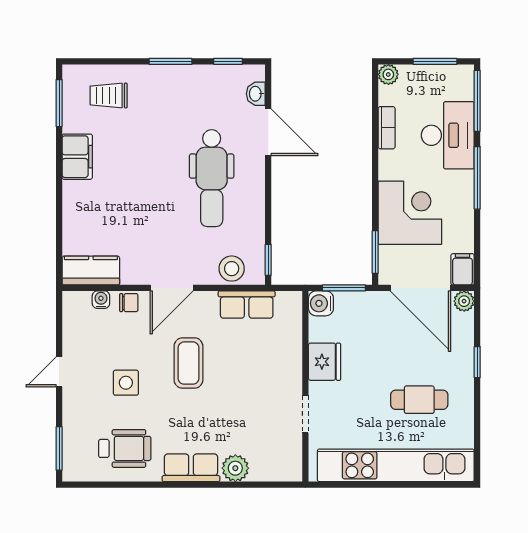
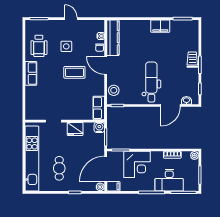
trolley: (109, 95) -> (192, 60), moved
dental chair: (212, 178) -> (151, 82), turned 90
kitchen counter: (91, 271) -> (113, 38), width x1.50
row of seats: (247, 305) -> (99, 108), moved
plant: (235, 468) -> (31, 92), removed

